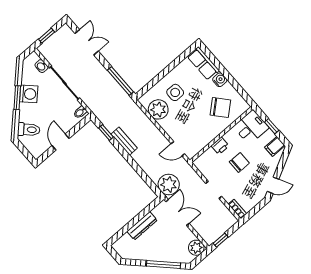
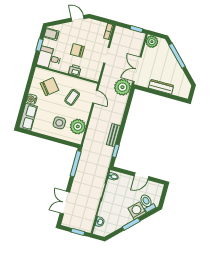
washing machine: (29, 94) -> (137, 211), moved
chair: (220, 107) -> (50, 87), turned 92
coffee table: (193, 124) -> (72, 97), added

